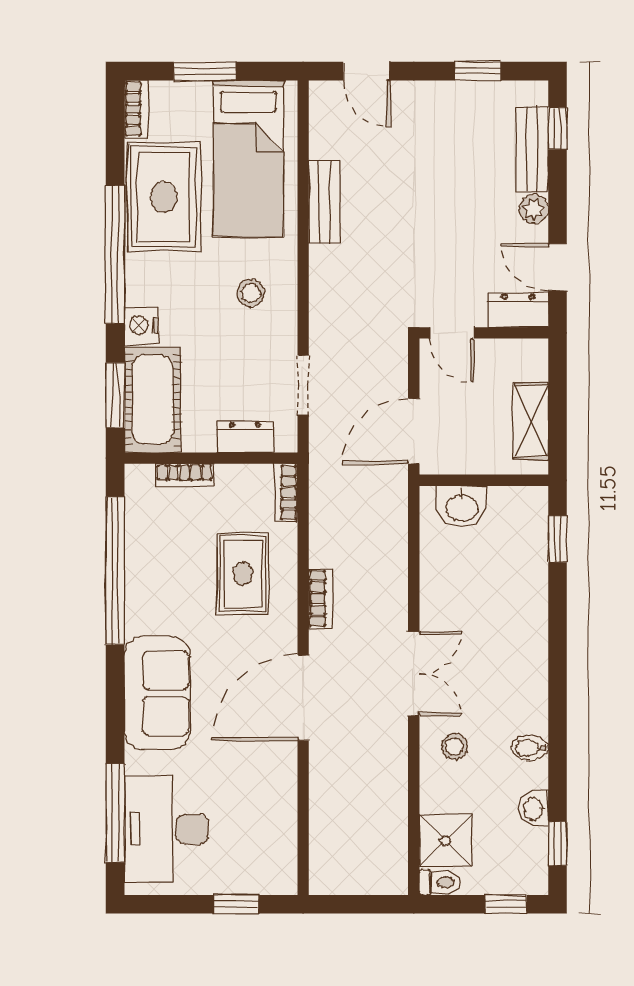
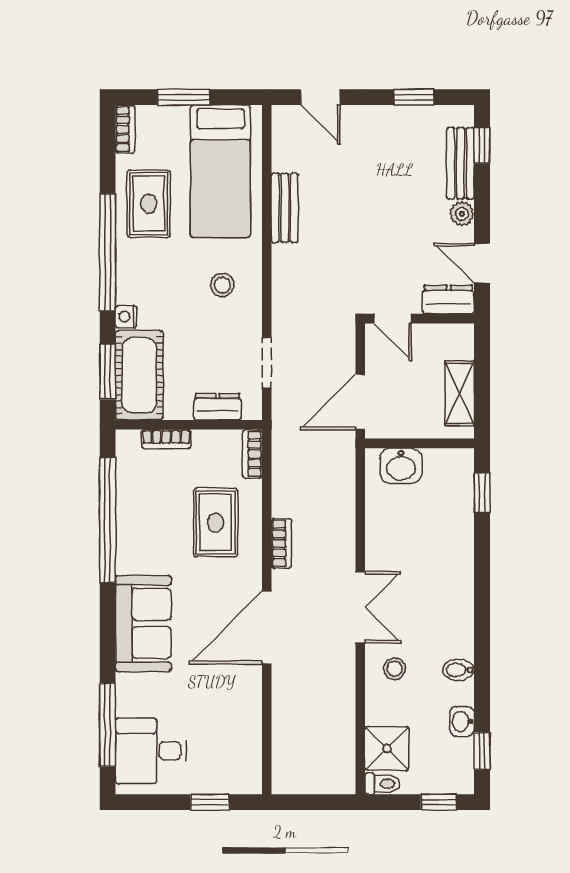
rug: (164, 197) -> (149, 204), width x0.73, depth x0.70
nightstand: (141, 325) -> (126, 317), width x0.72, depth x0.74
desk: (166, 829) -> (151, 751), width x0.73

